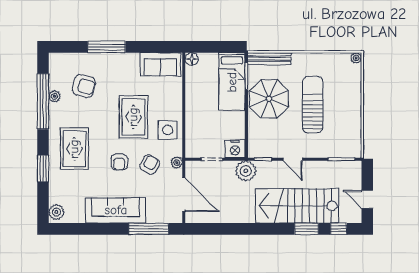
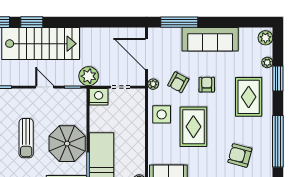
plant: (54, 96) -> (267, 62), moved
sun lounger: (313, 105) -> (26, 138), width x0.73, depth x0.75

